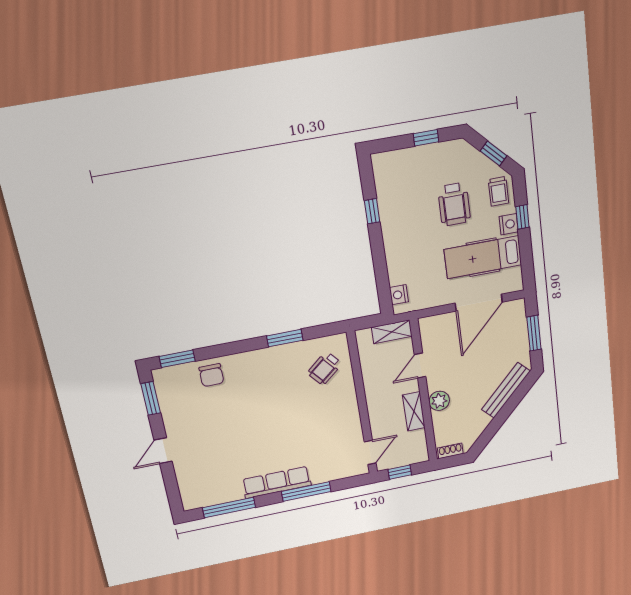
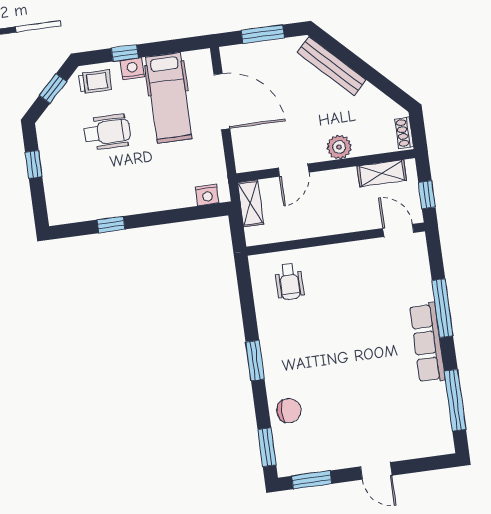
window: (285, 338) -> (255, 360), moved
door: (420, 366) -> (294, 170), hinge flipped
wheelchair: (325, 368) -> (289, 282), turned 40
shelving: (414, 411) -> (382, 173), moved

